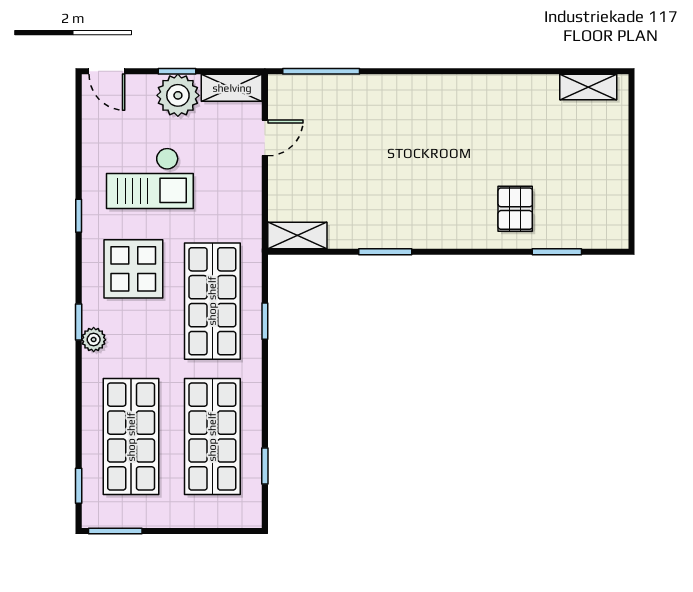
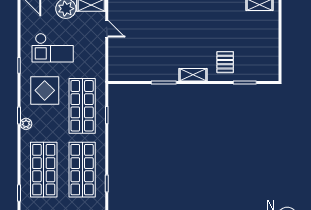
door: (265, 138) -> (107, 29), hinge flipped
shelving: (297, 236) -> (193, 75), moved

